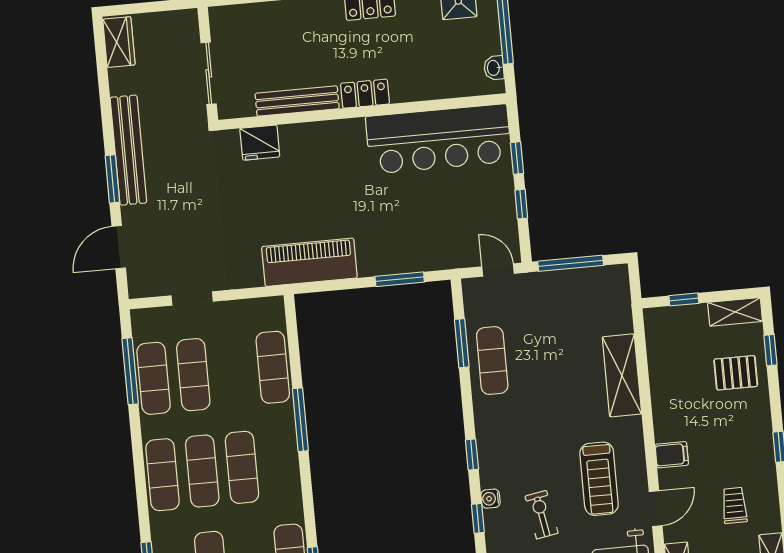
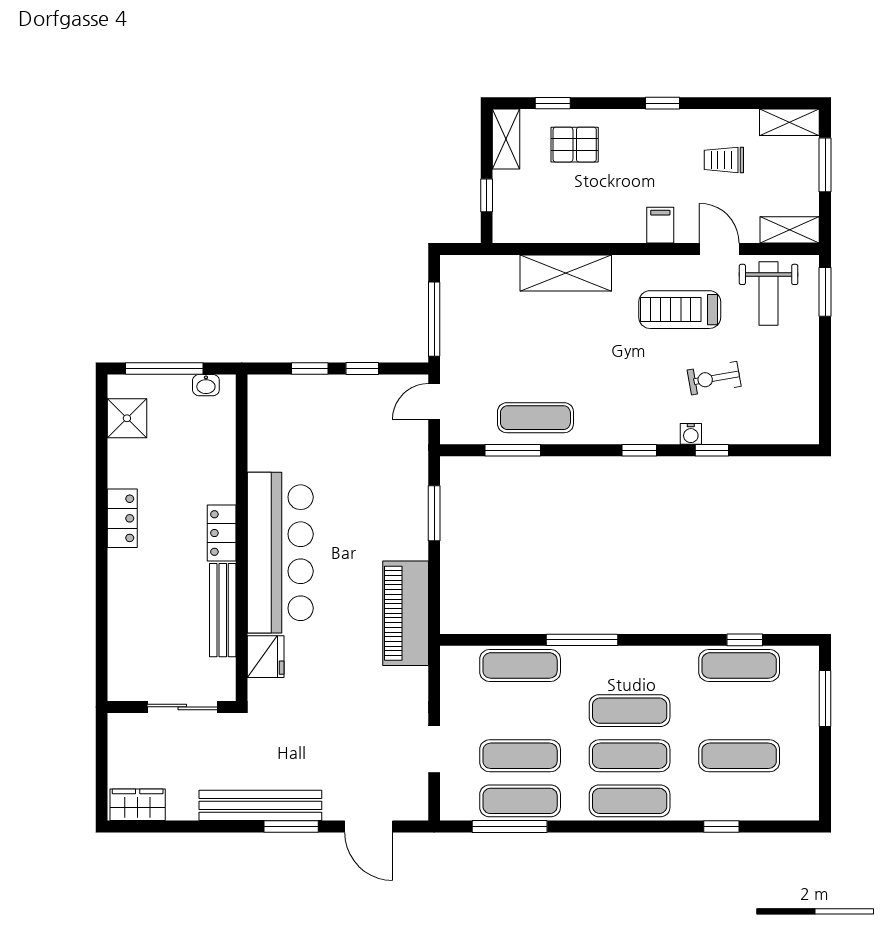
bar counter: (439, 139) -> (280, 553), moved
pallet: (736, 373) -> (575, 145), turned 90
treadmill: (599, 479) -> (680, 310), turned 180

